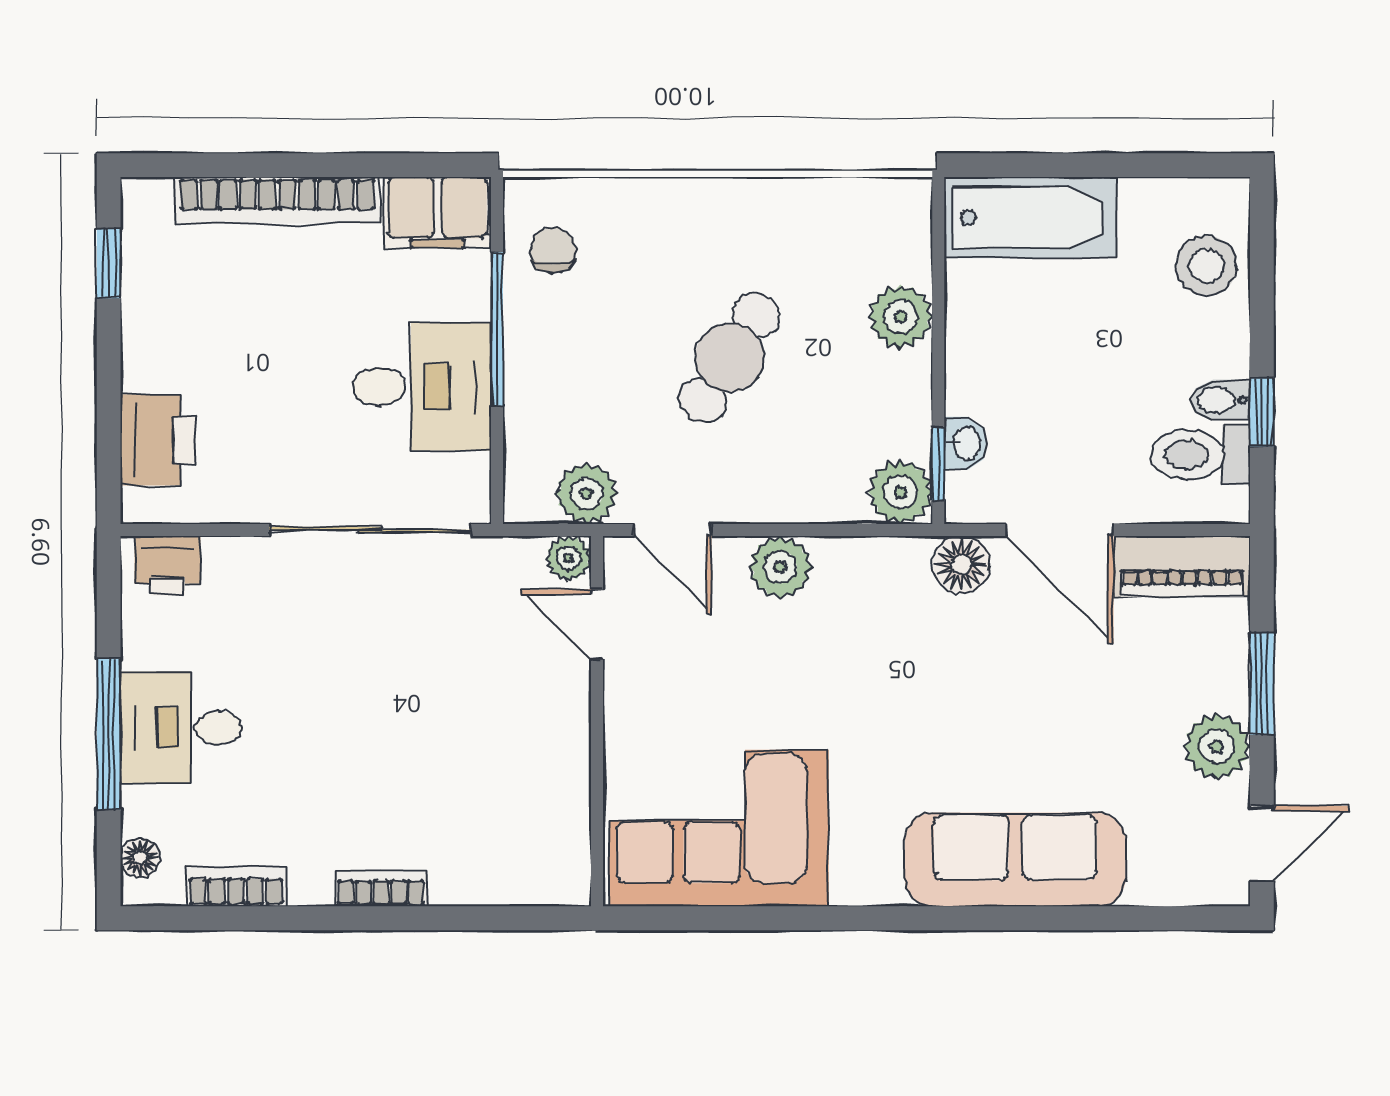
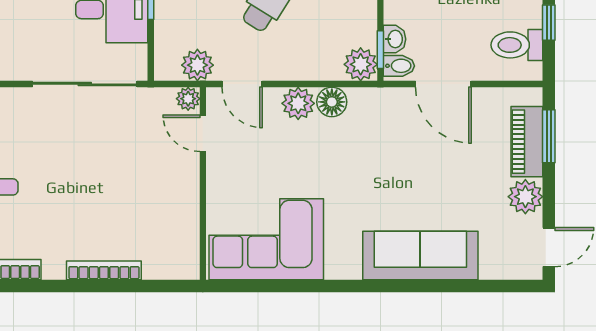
bidet: (1220, 400) -> (399, 66), moved, turned 180
floor lamp: (961, 564) -> (332, 102), moved
piano: (1182, 566) -> (527, 142), moved, turned 90
window: (1262, 683) -> (549, 136), moved
bookcase: (381, 888) -> (104, 270), width x1.56

